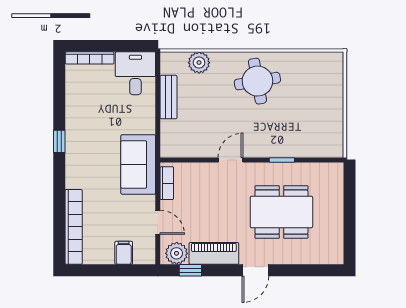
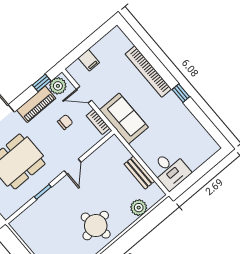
bookcase: (90, 58) -> (204, 157), removed
chair: (200, 211) -> (65, 122), added
bookcase: (74, 227) -> (148, 72), moved

